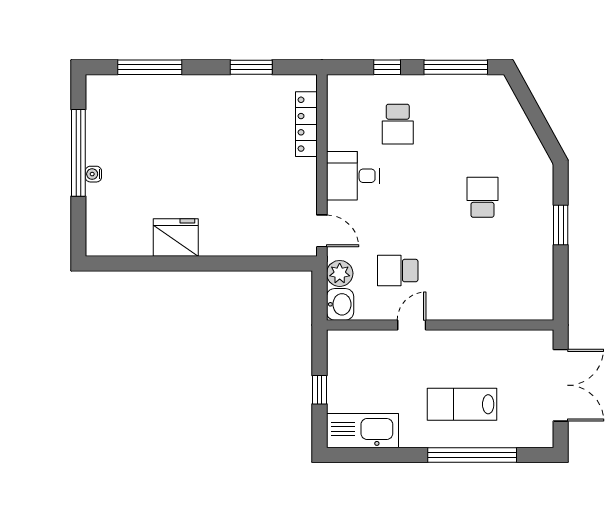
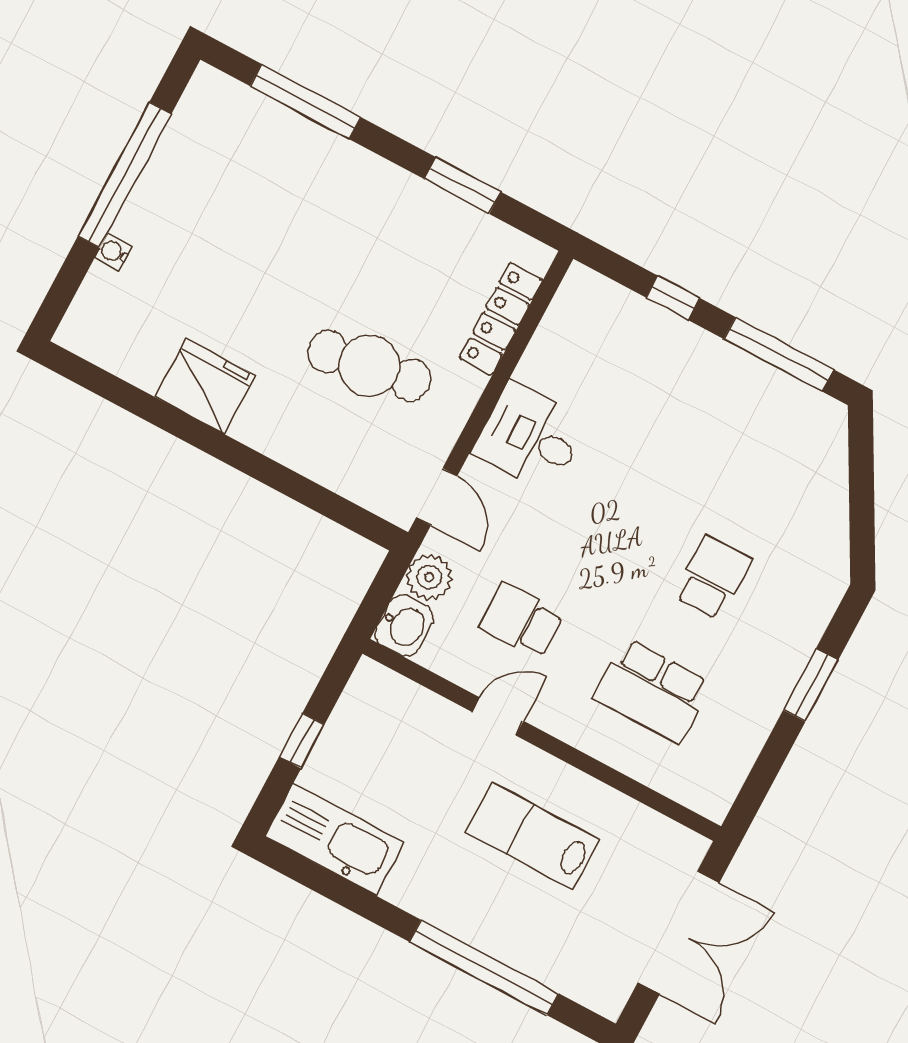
school desk: (398, 124) -> (652, 691), moved, width x1.85
water cooler: (93, 174) -> (113, 252), moved
cafe table: (253, 183) -> (369, 366), added
lab bench: (462, 404) -> (533, 836), moved

